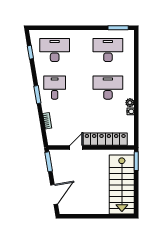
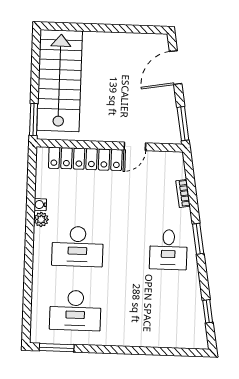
desk: (55, 50) -> (166, 314), removed

